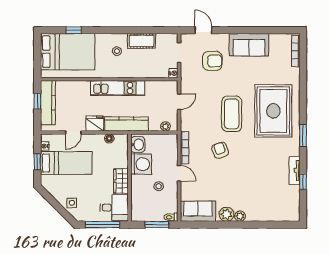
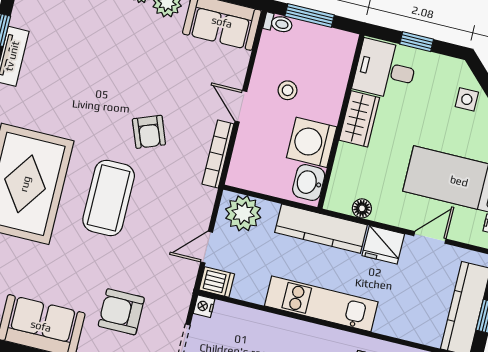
dishwasher: (170, 86) -> (217, 282), added
plant: (166, 126) -> (243, 213), width x1.88, depth x1.88
window: (103, 225) -> (417, 42), width x0.46

